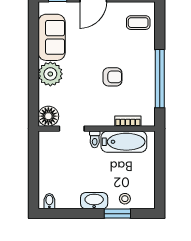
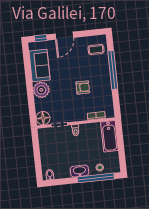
window: (160, 79) -> (113, 70), moved
bathtub: (124, 142) -> (109, 136), moved, turned 90
window: (117, 214) -> (96, 178), width x2.11

